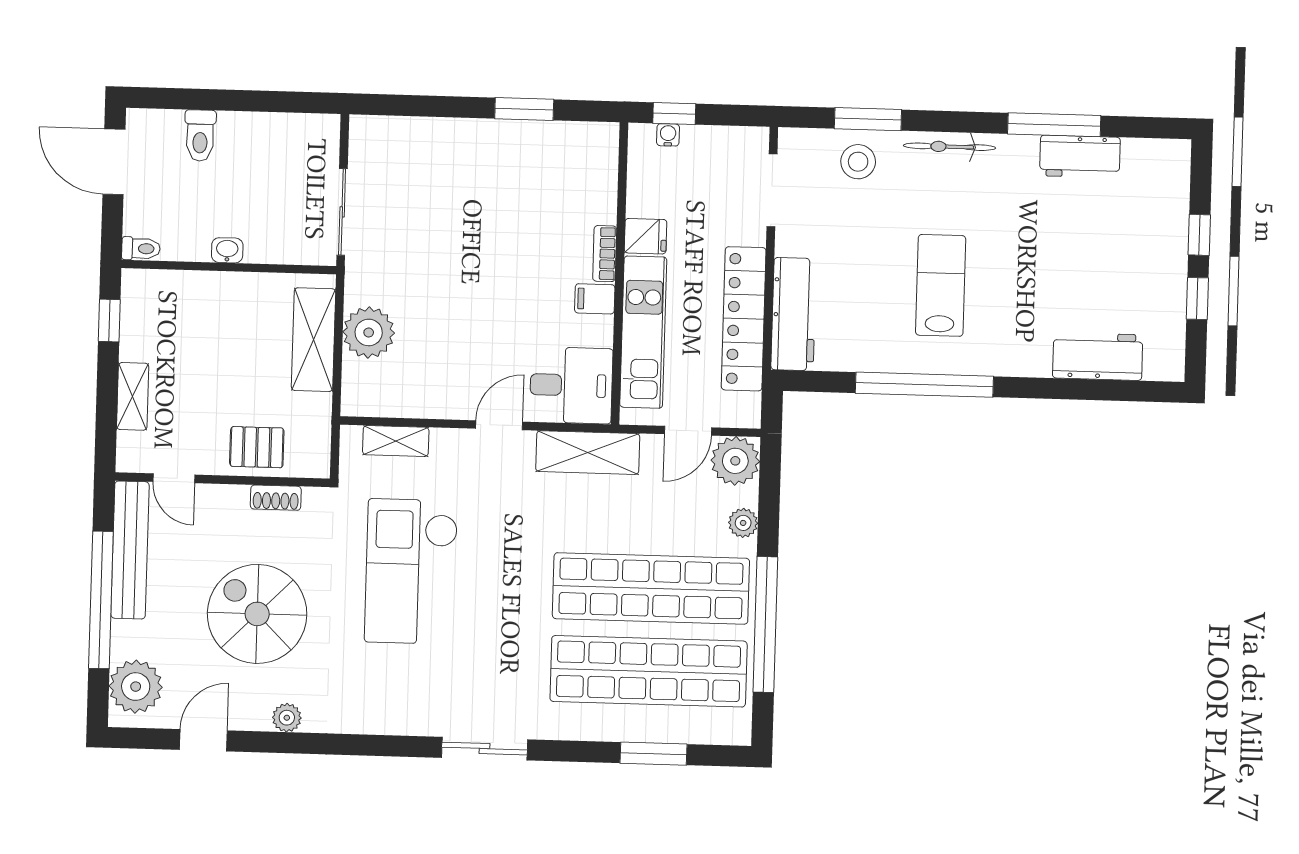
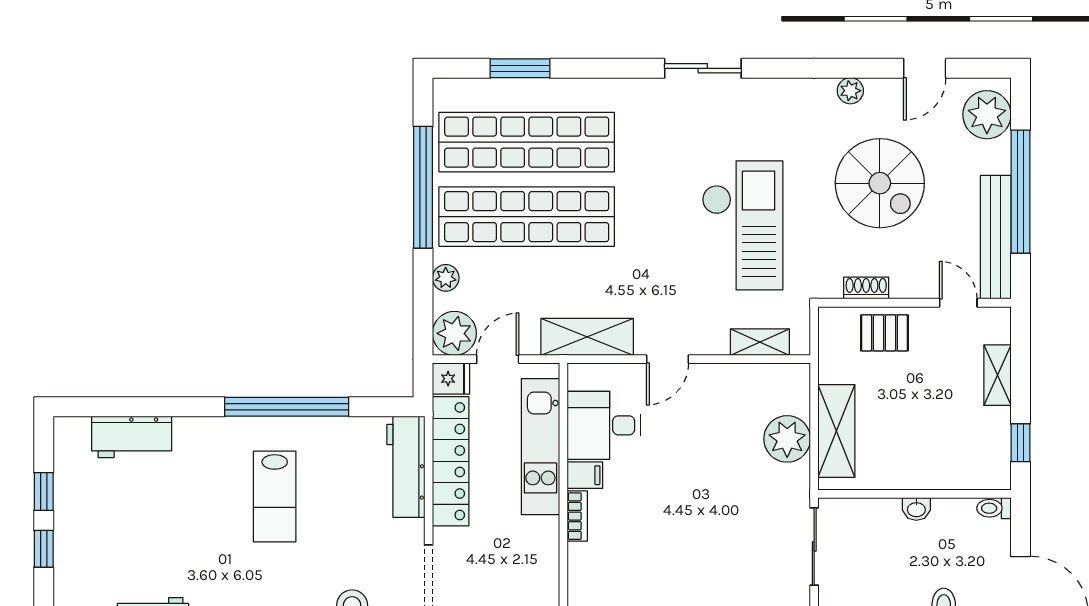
fridge: (646, 236) -> (451, 379), moved, turned 180
desk: (571, 385) -> (604, 425), moved
sliding door: (484, 749) -> (703, 68), moved

